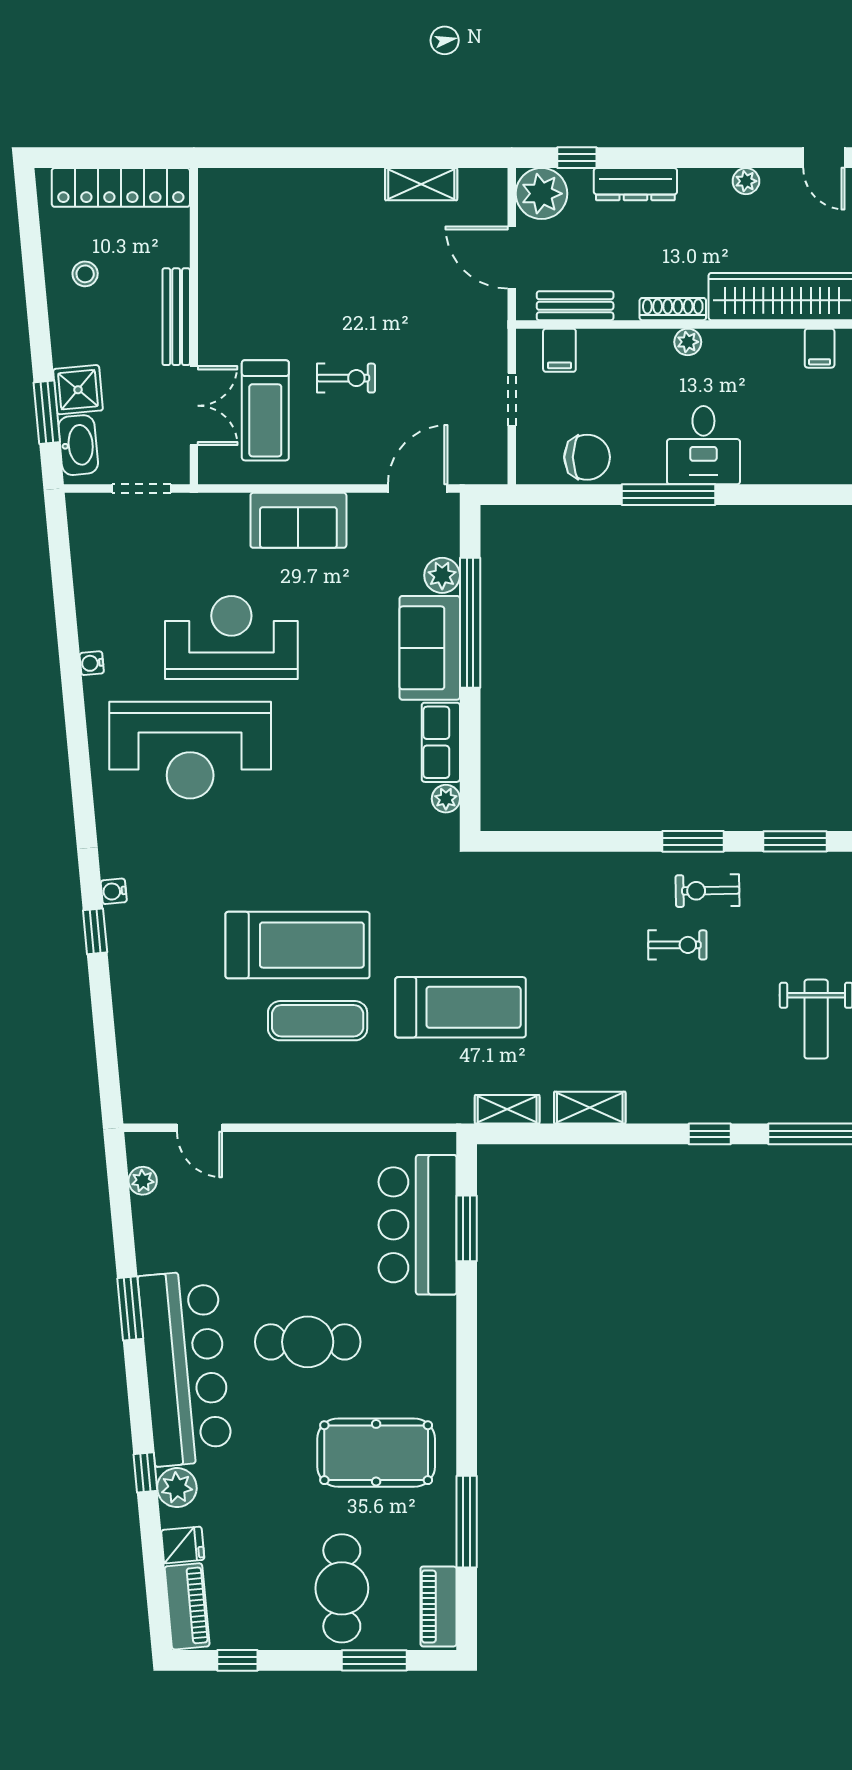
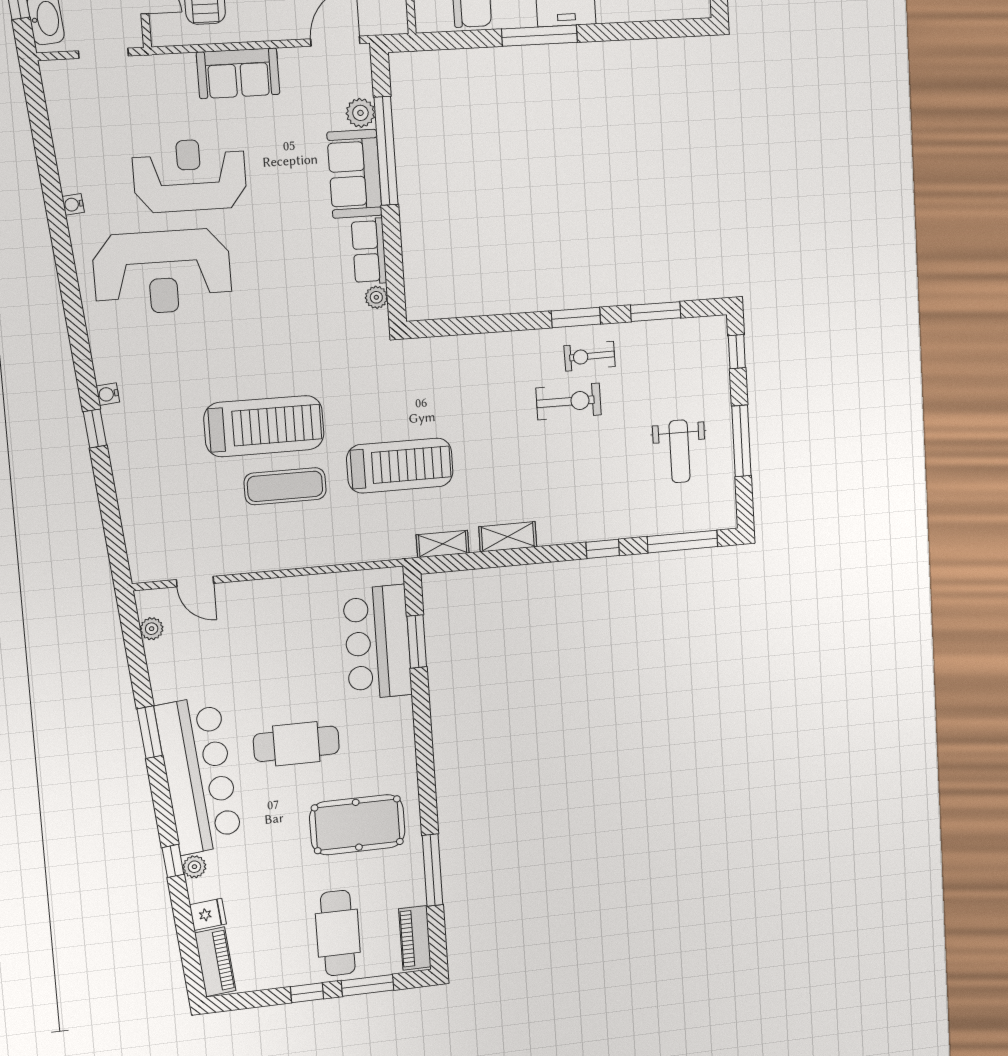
exercise bike: (677, 945) -> (569, 401), width x1.38, depth x1.39
plant: (177, 1488) -> (194, 867), width x0.73, depth x0.73
window: (237, 1660) -> (307, 993), moved

